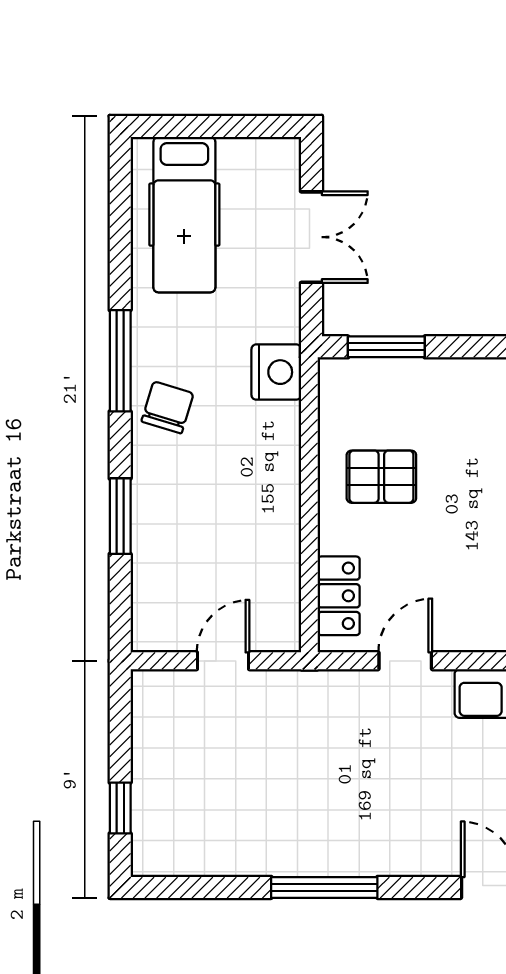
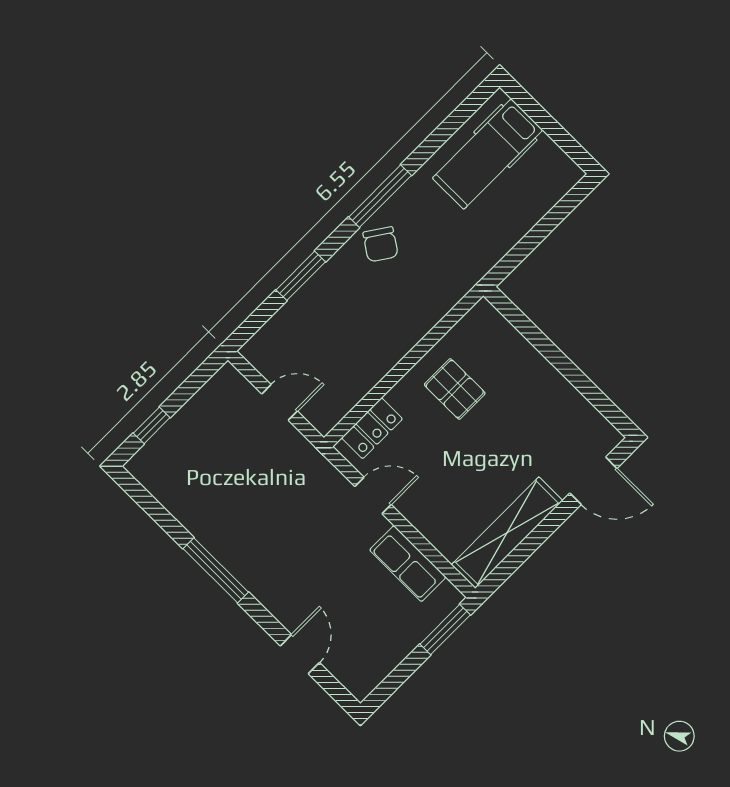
double door: (311, 237) -> (541, 230), removed
window: (386, 347) -> (524, 325), removed
nightstand: (276, 372) -> (454, 282), removed
chair: (168, 407) -> (381, 244), turned 107

